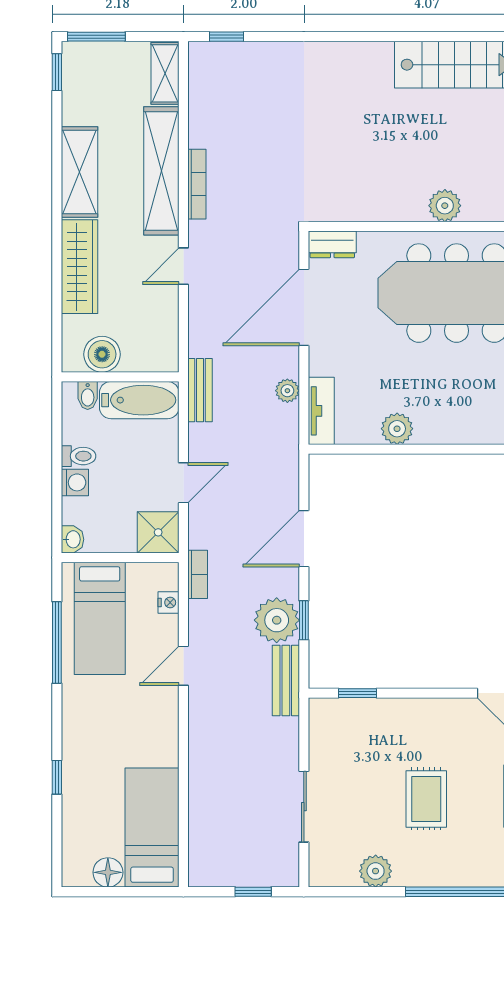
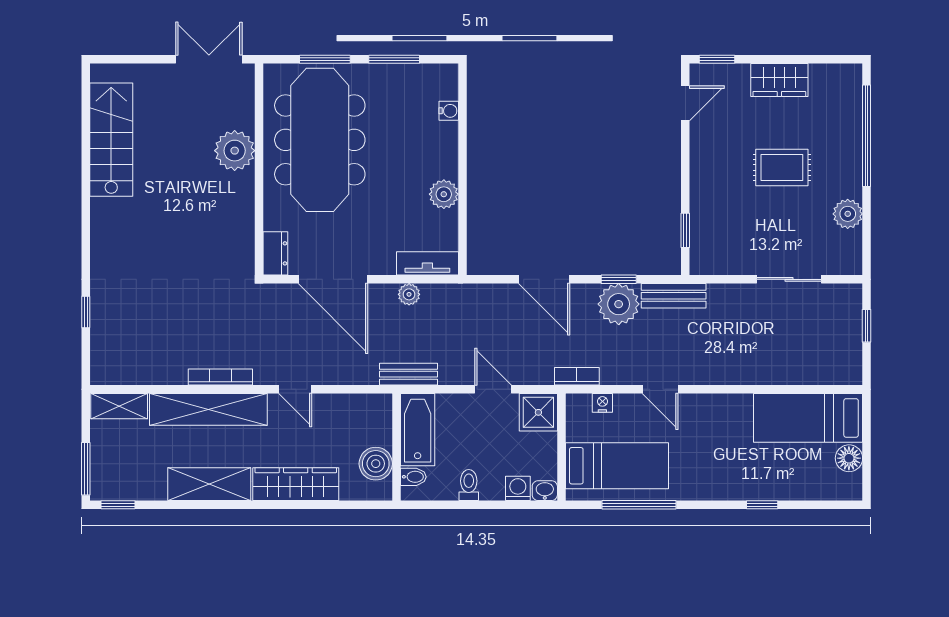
window: (227, 37) -> (86, 312), moved
plant: (445, 206) -> (235, 151), width x1.36, depth x1.36
water cooler: (488, 434) -> (449, 111), added
washing machine: (75, 482) -> (518, 488), moved

